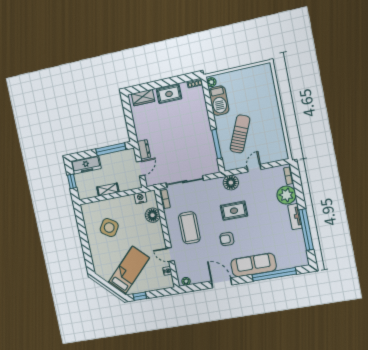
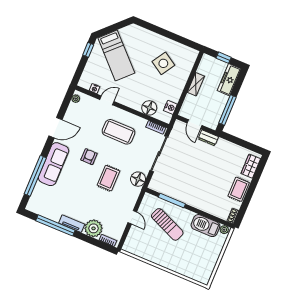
floor lamp: (231, 183) -> (138, 179), moved

